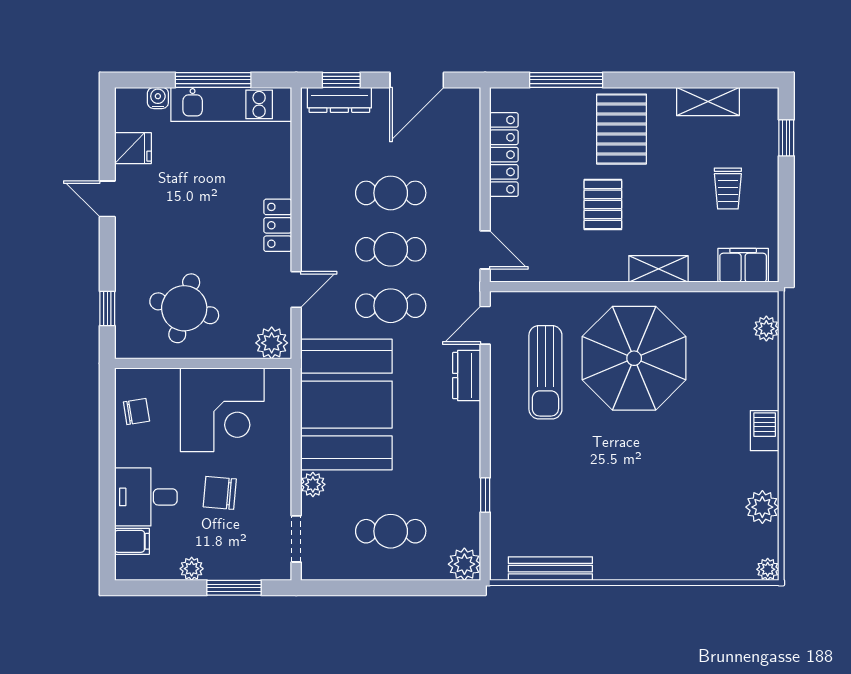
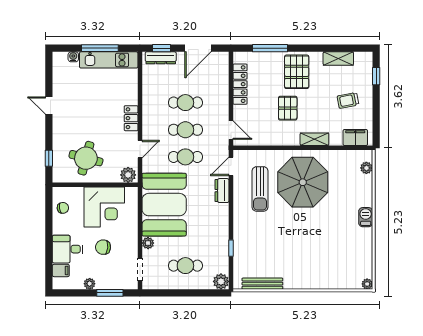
fridge: (133, 148) -> (61, 81), removed
trolley: (728, 189) -> (348, 100), turned 79
plant: (762, 507) -> (365, 254), removed

